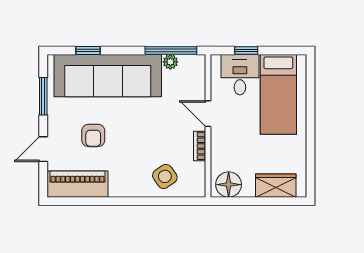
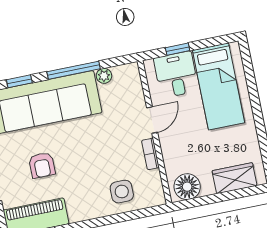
window: (171, 50) -> (74, 70), moved
door: (208, 114) -> (152, 120), swing flipped
side table: (165, 176) -> (122, 192), turned 35

